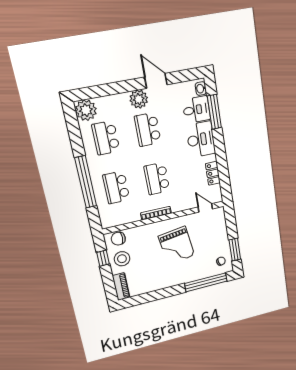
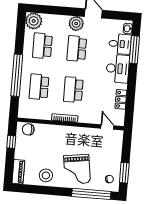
grand piano: (177, 246) -> (77, 169), moved
stool: (122, 259) -> (46, 175), moved

